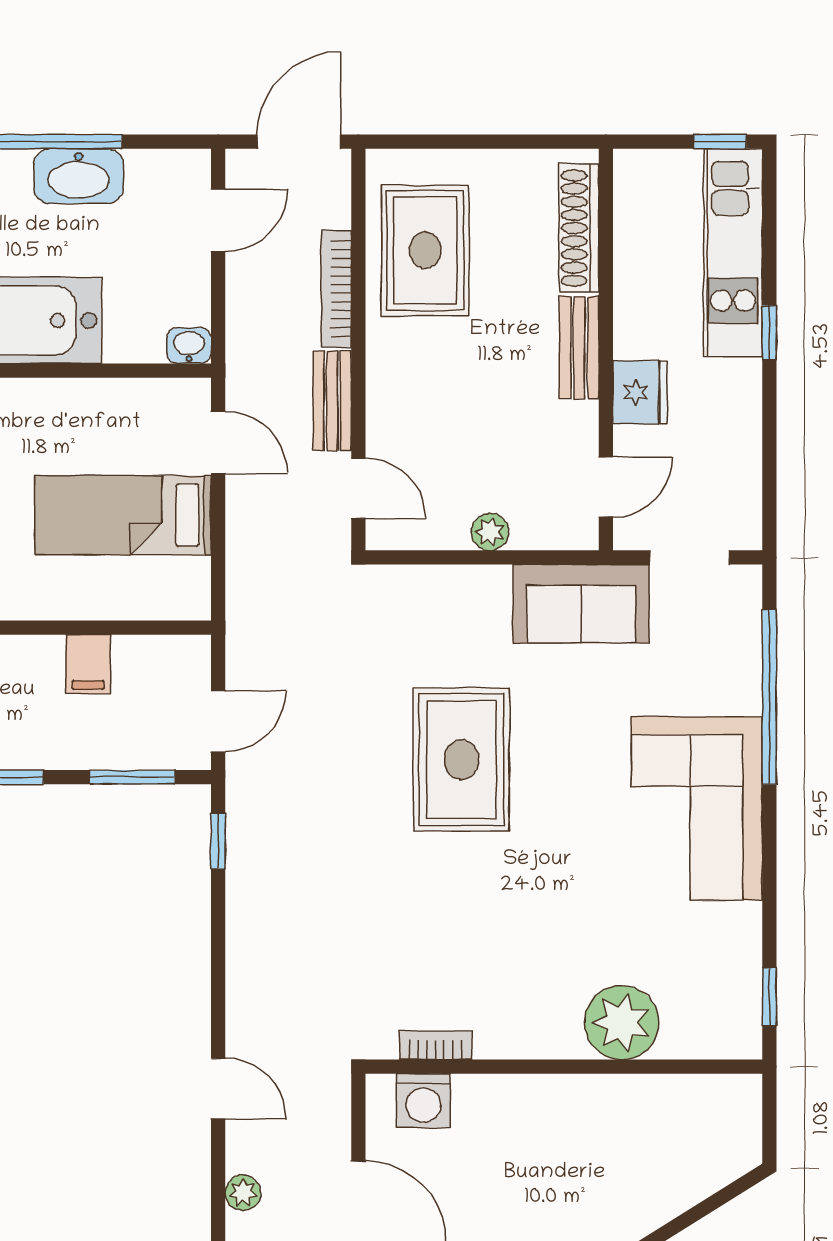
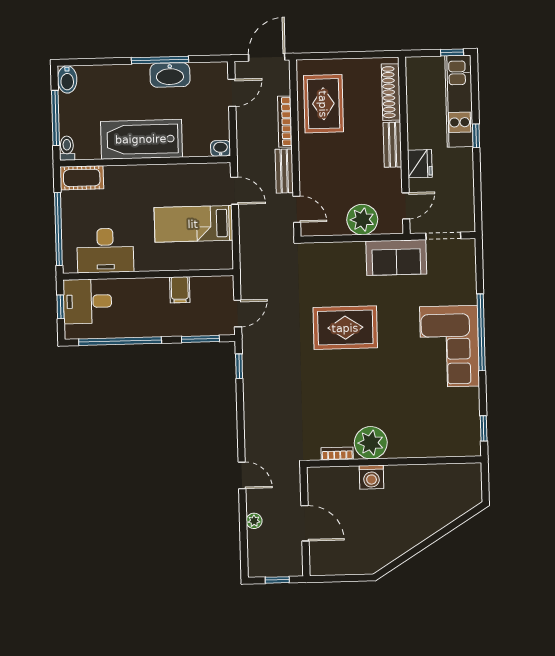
plant: (490, 532) -> (362, 220), width x1.88, depth x1.88
window: (769, 697) -> (481, 332), moved
rug: (461, 760) -> (345, 328), turned 90
plant: (622, 1023) -> (371, 443), moved
washing machine: (423, 1101) -> (371, 477), moved

